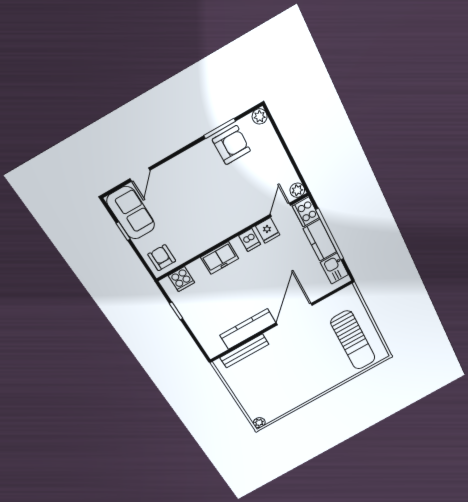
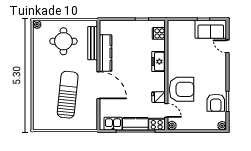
dishwasher: (250, 240) -> (159, 84), removed
armchair: (162, 258) -> (182, 89), moved, width x1.88, depth x1.88
sun lounger: (353, 340) -> (68, 95), moved, turned 96
round table: (262, 384) -> (63, 41), added

